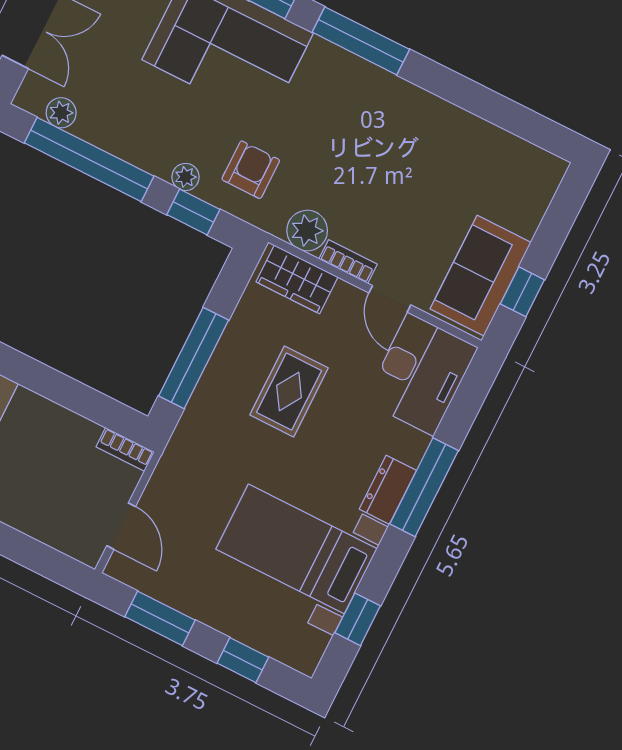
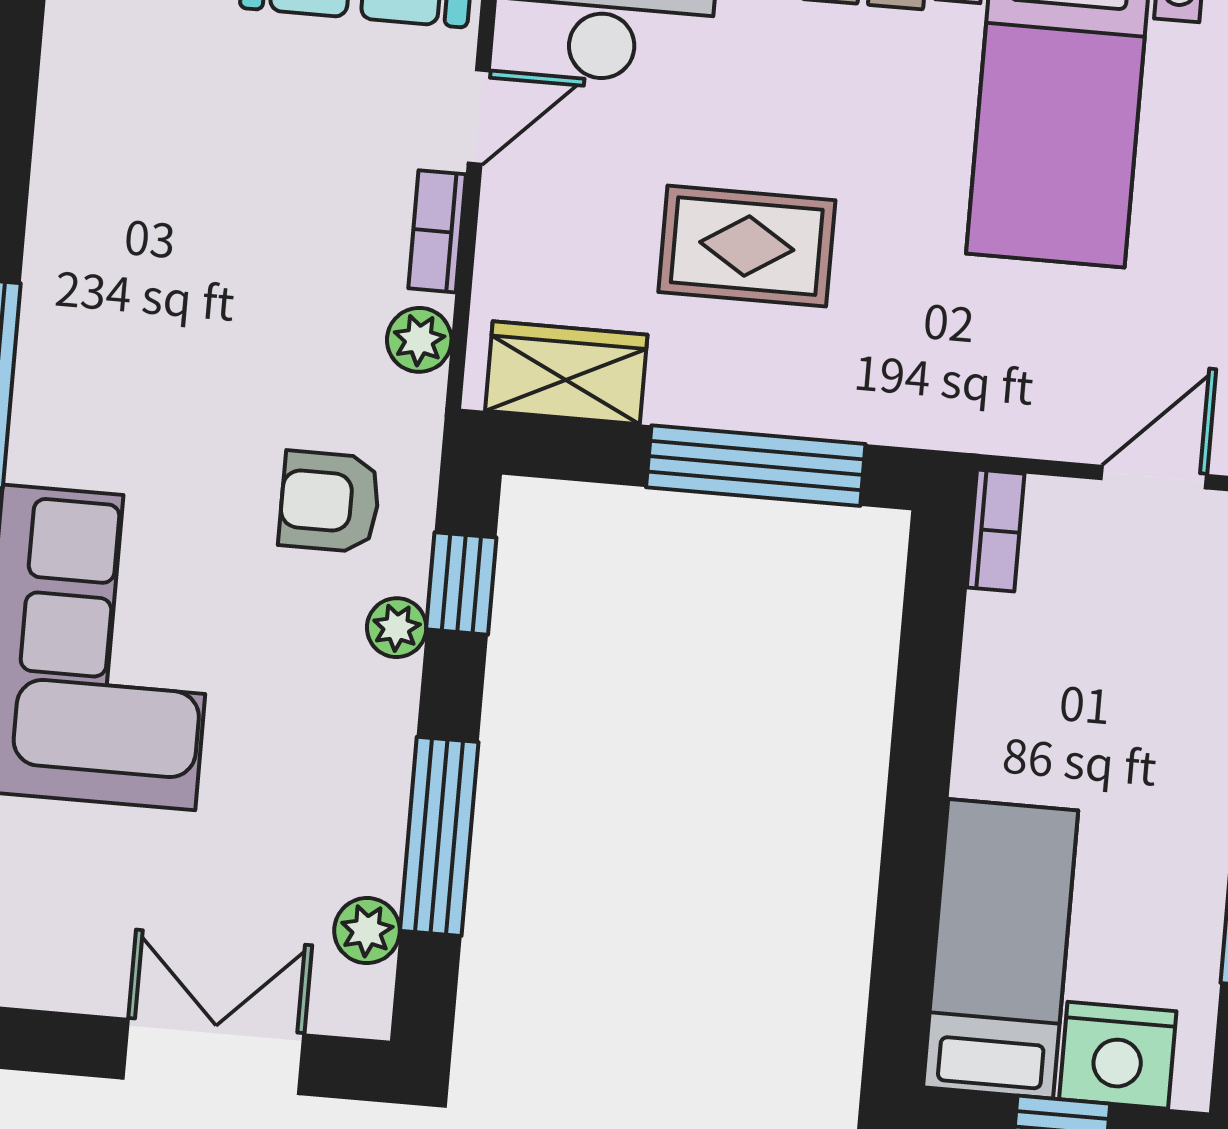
window: (89, 160) -> (439, 836), width x0.68
plant: (307, 231) -> (419, 340), width x0.73, depth x0.73
wardrobe: (297, 279) -> (566, 373), moved, turned -90

